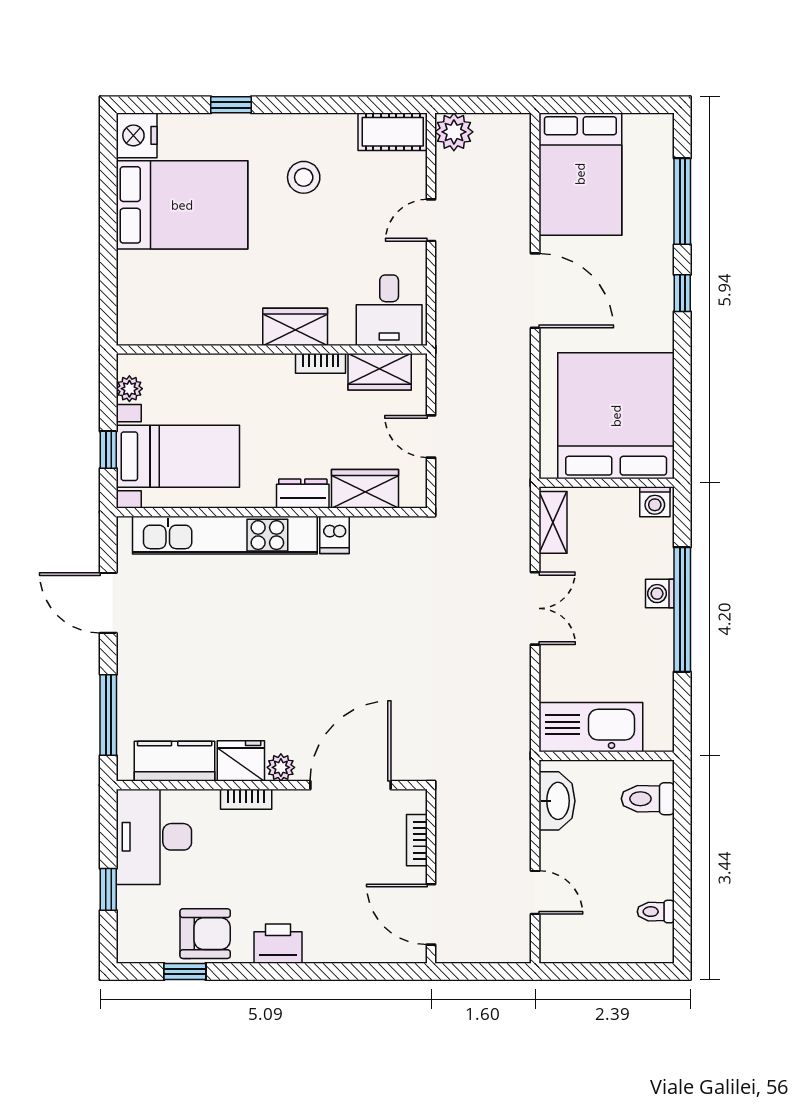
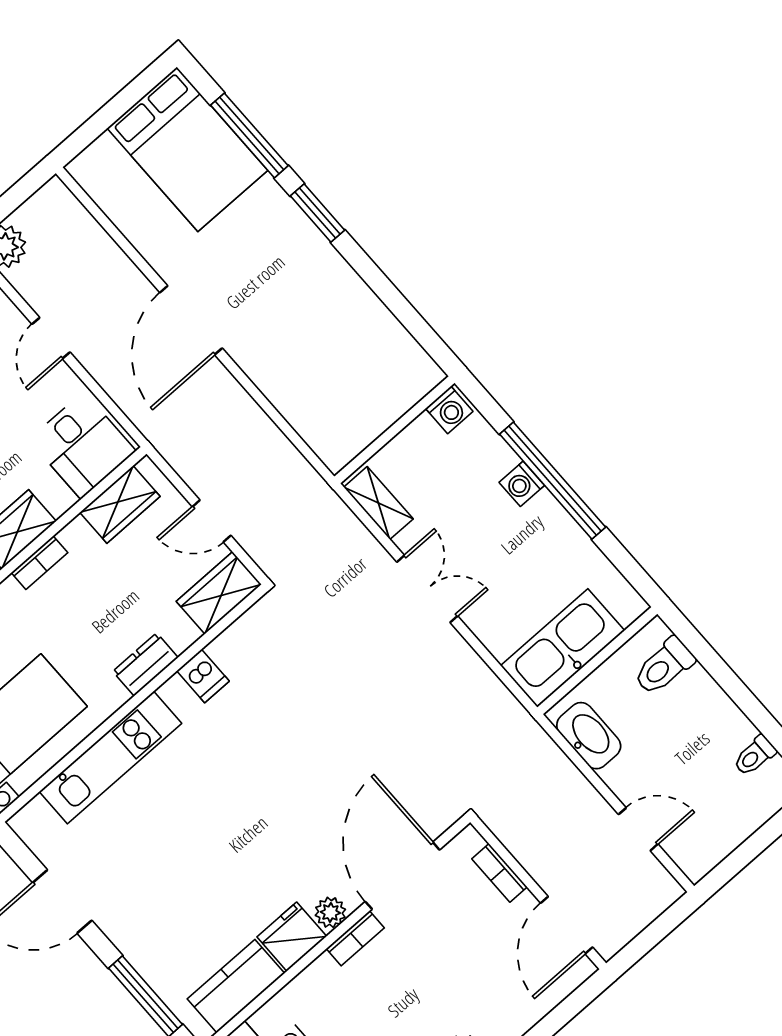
bed: (580, 174) -> (187, 149), moved
door: (535, 291) -> (191, 320), swing flipped
window: (682, 293) -> (317, 213), width x1.50
bookcase: (321, 363) -> (39, 563), moved
bed: (616, 416) -> (353, 366), removed
wardrobe: (365, 489) -> (219, 593), moved
kitchen unit: (225, 535) -> (110, 758), width x0.73
bookcase: (246, 799) -> (355, 938), moved
door: (431, 914) -> (567, 925), hinge flipped

